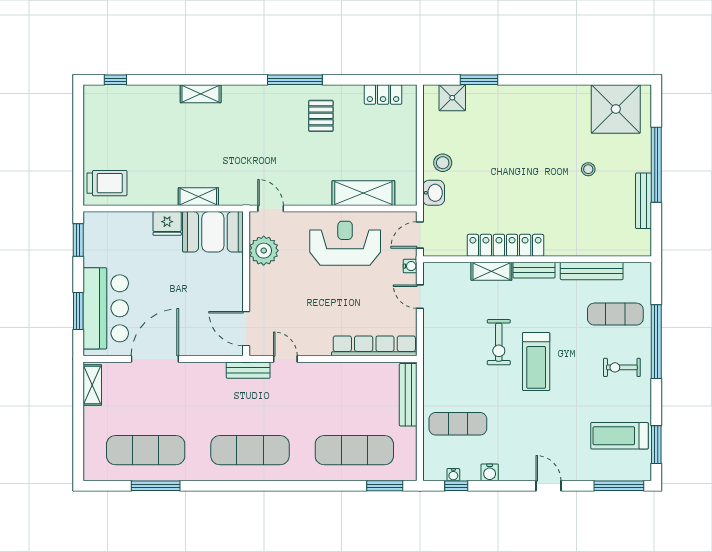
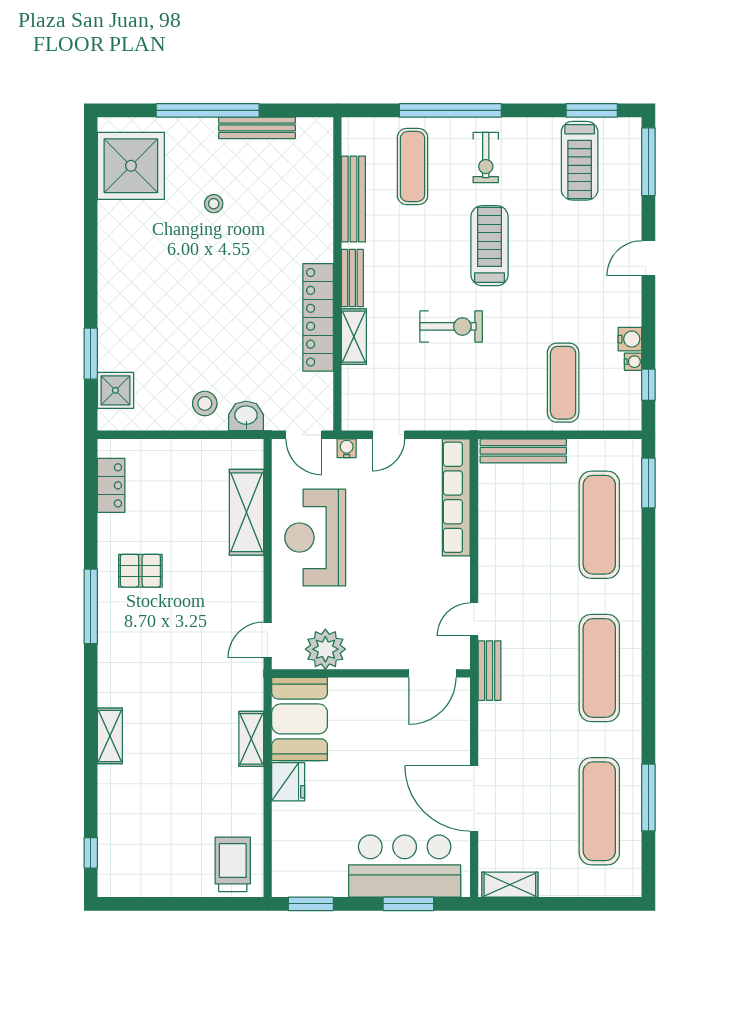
treadmill: (536, 362) -> (489, 246), moved, turned -90
water cooler: (453, 475) -> (633, 362), moved

